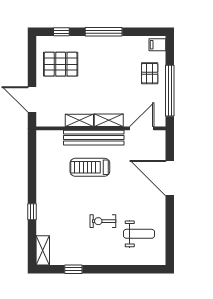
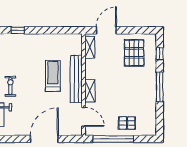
filing cabinet: (157, 45) -> (149, 129), removed
shelving: (79, 120) -> (90, 47), moved

